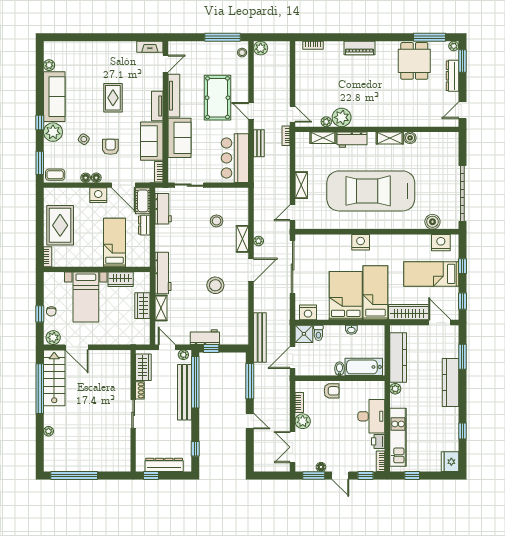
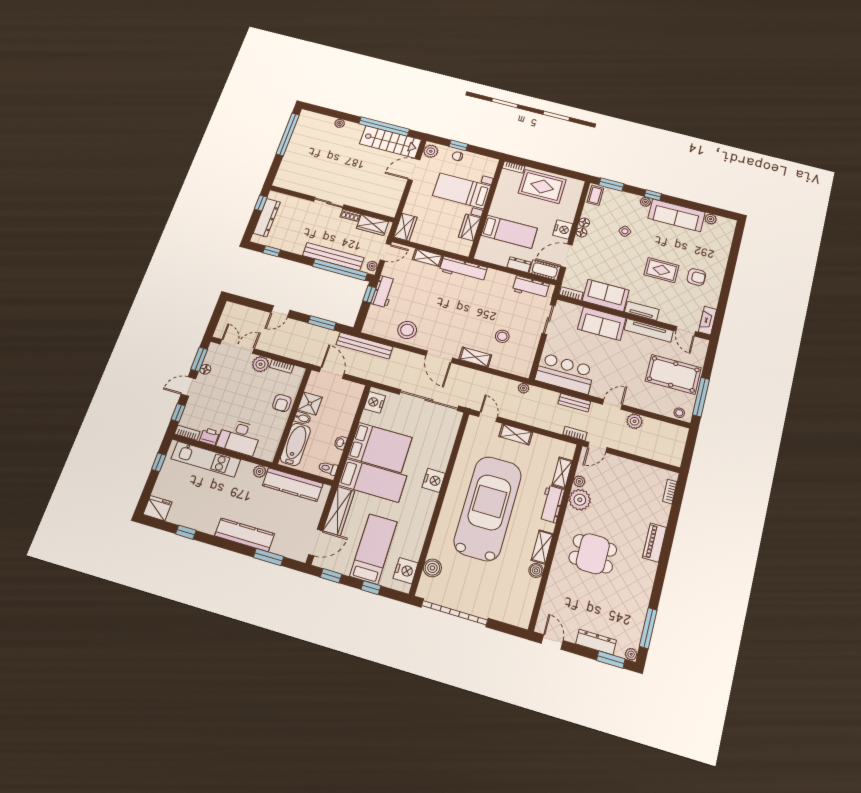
plant: (261, 48) -> (634, 421), moved
dining table: (414, 61) -> (593, 554), moved
pool table: (218, 98) -> (673, 374), moved
plant: (53, 132) -> (645, 202), width x0.53, depth x0.53
armchair: (110, 147) -> (696, 277), moved
plant: (259, 241) -> (523, 388), moved
stool: (215, 285) -> (407, 330), moved
wardrobe: (142, 306) -> (405, 227), moved, turned 90
toilet: (318, 333) -> (328, 468), moved
shower: (304, 334) -> (310, 404), moved
window: (250, 381) -> (322, 323), width x0.69

